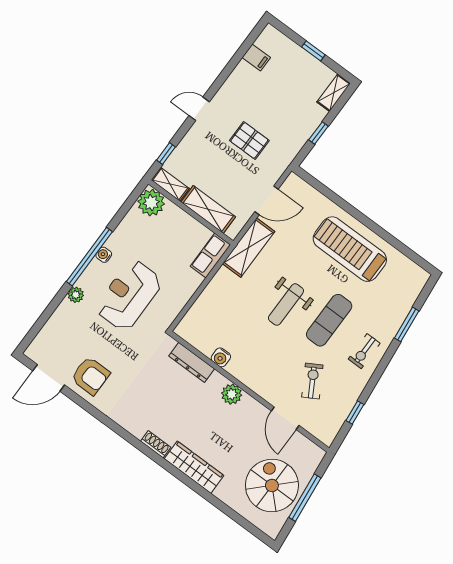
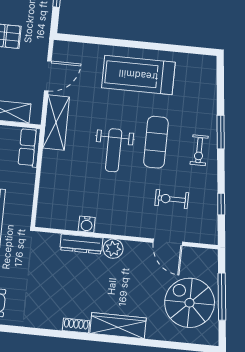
window: (407, 324) -> (221, 132), moved
dresser: (192, 362) -> (81, 244), moved
exercise bike: (312, 381) -> (172, 199), turned -60

